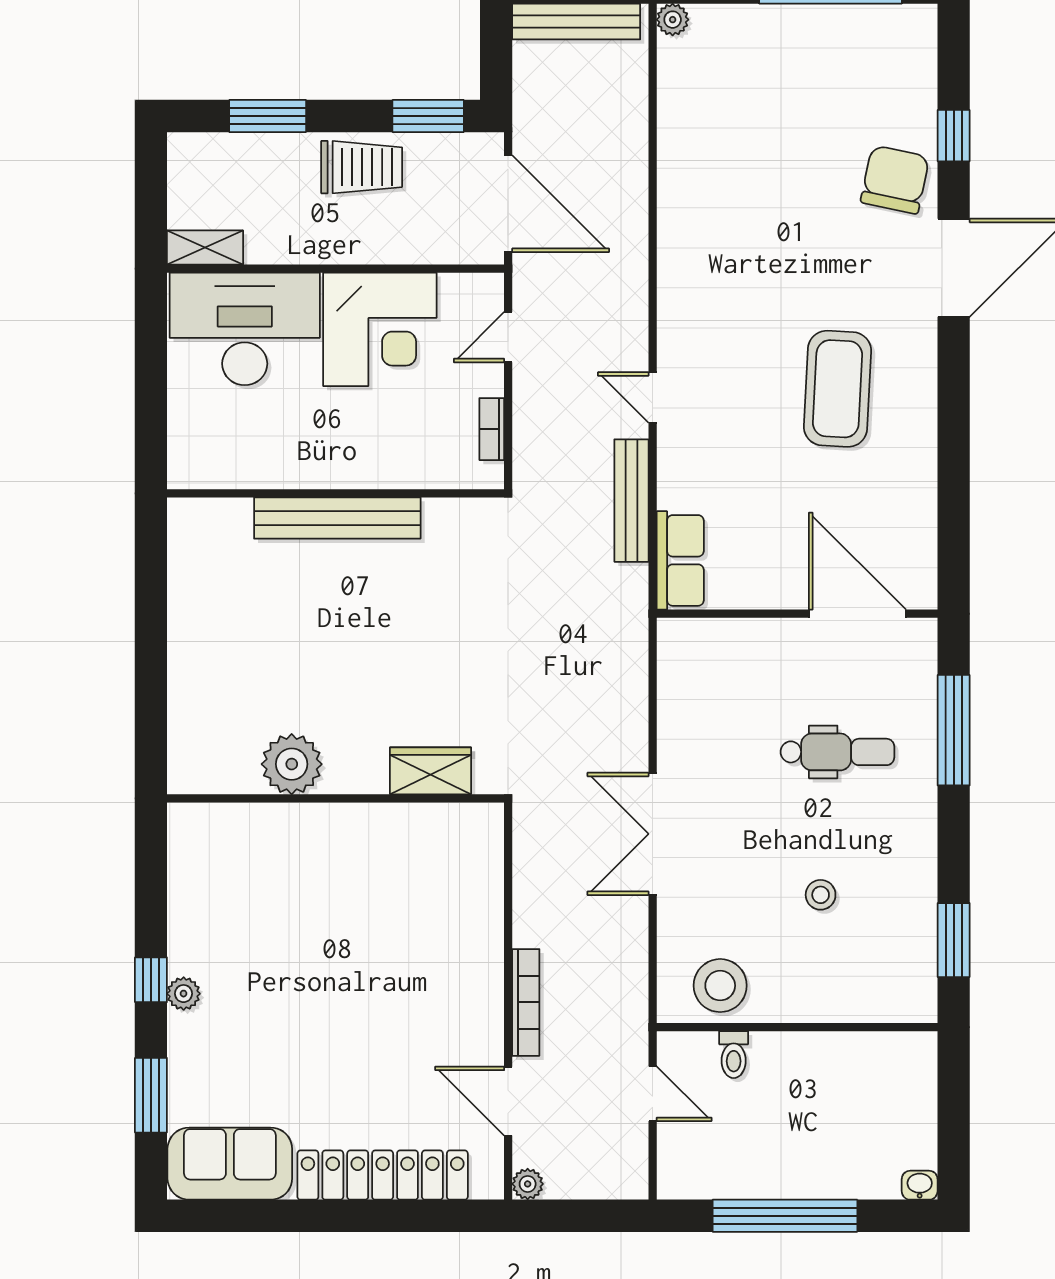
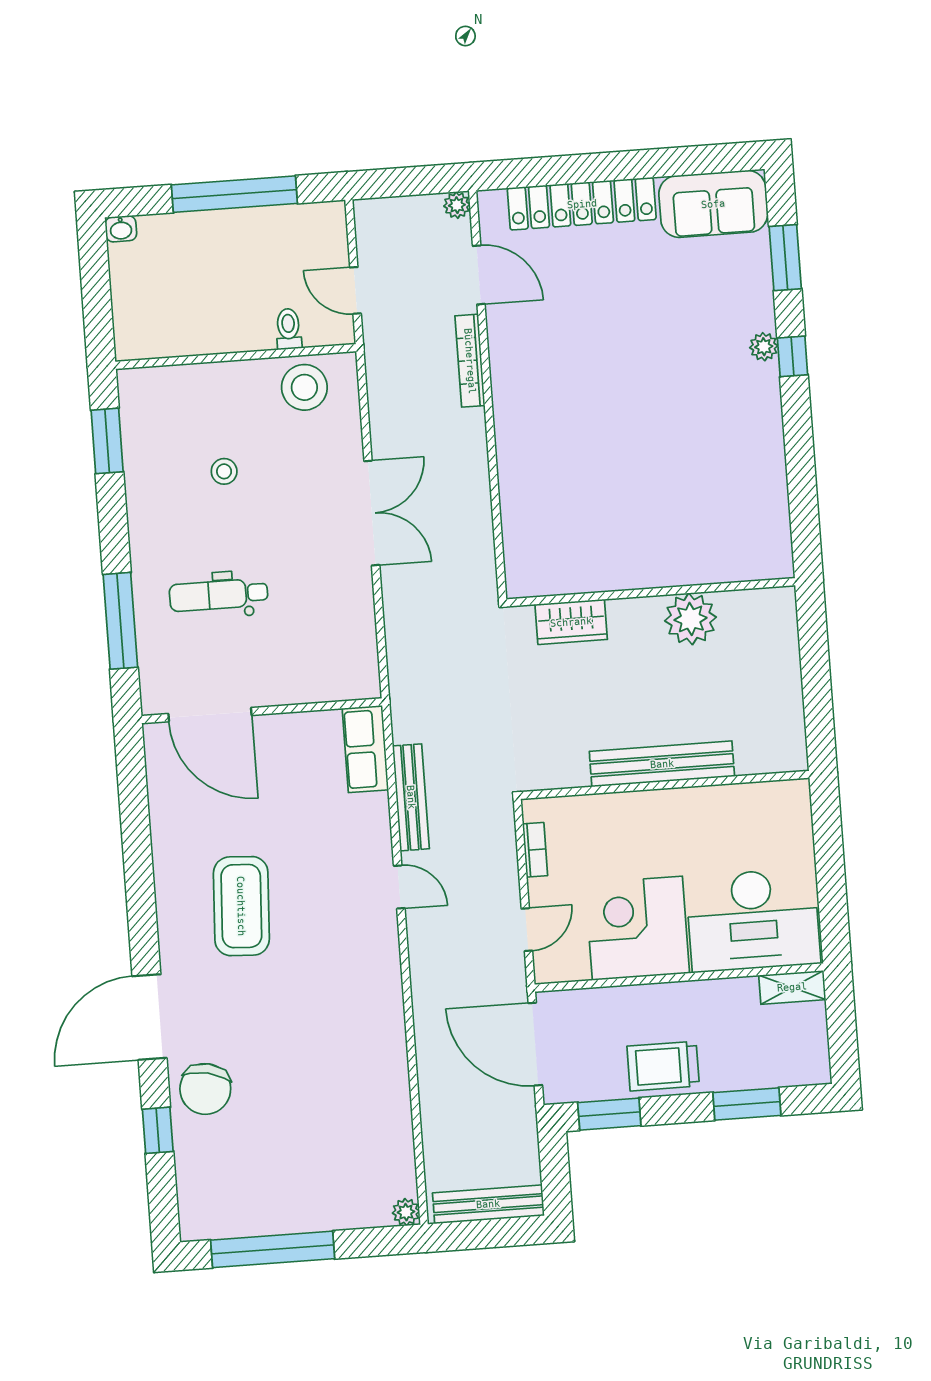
plant: (292, 764) -> (691, 619), moved
wardrobe: (430, 771) -> (571, 622), moved
wall: (336, 798) -> (651, 592), moved

